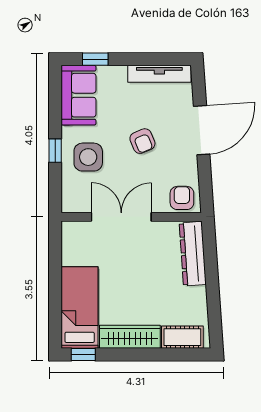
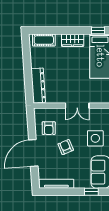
armchair: (182, 198) -> (49, 128), moved
double door: (121, 217) -> (77, 106), width x0.73
wardrobe: (130, 337) -> (73, 40), width x0.67

